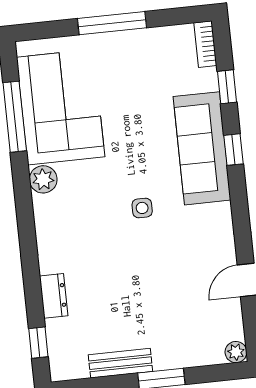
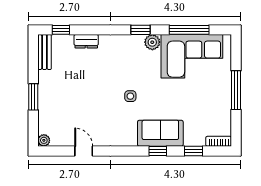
sofa: (202, 148) -> (160, 133), width x0.73
window: (24, 202) -> (140, 30), added
bench: (120, 363) -> (44, 52), moved

